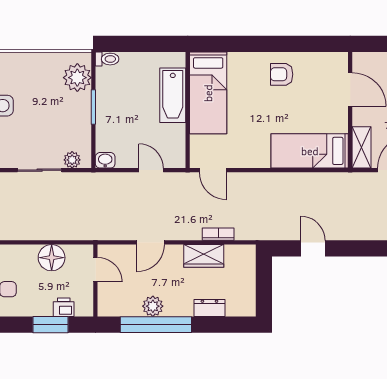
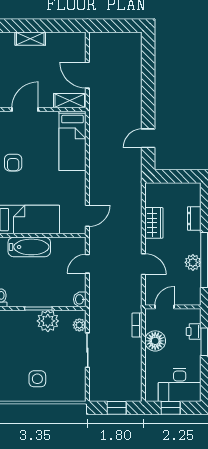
plant: (77, 78) -> (48, 321), moved
bookcase: (218, 234) -> (137, 325), moved

